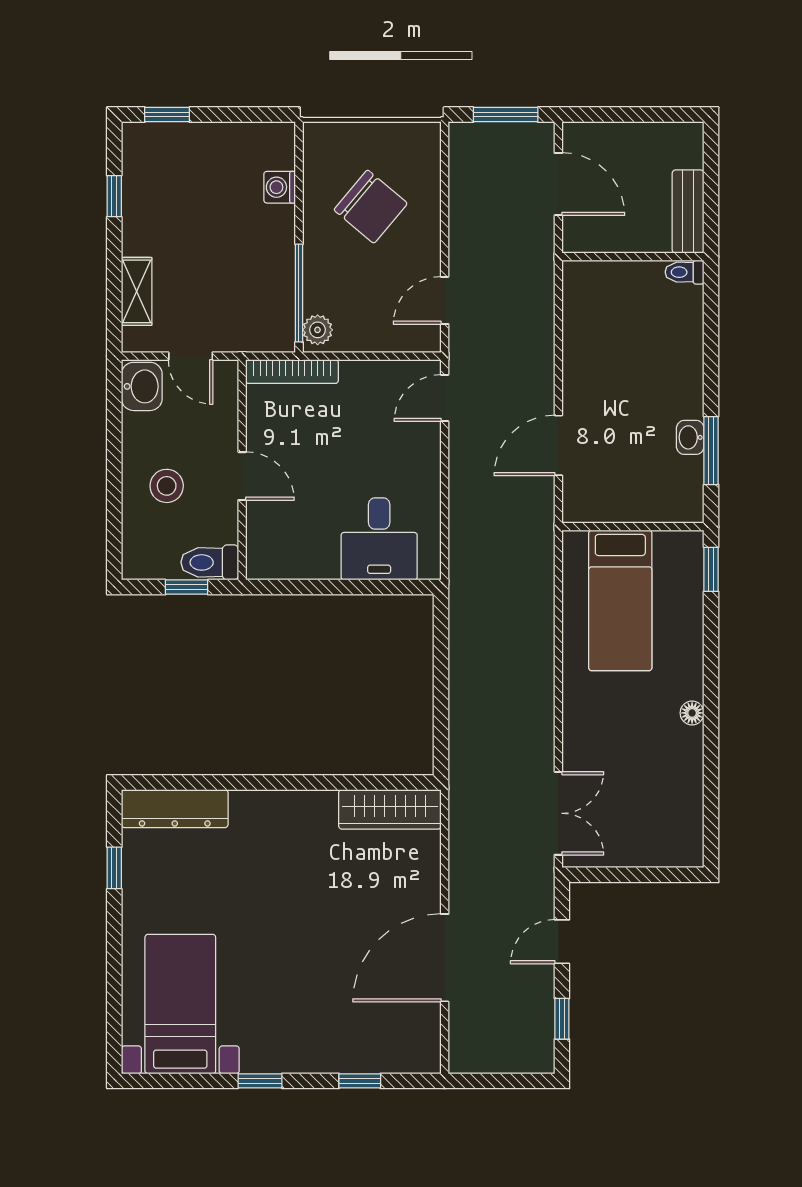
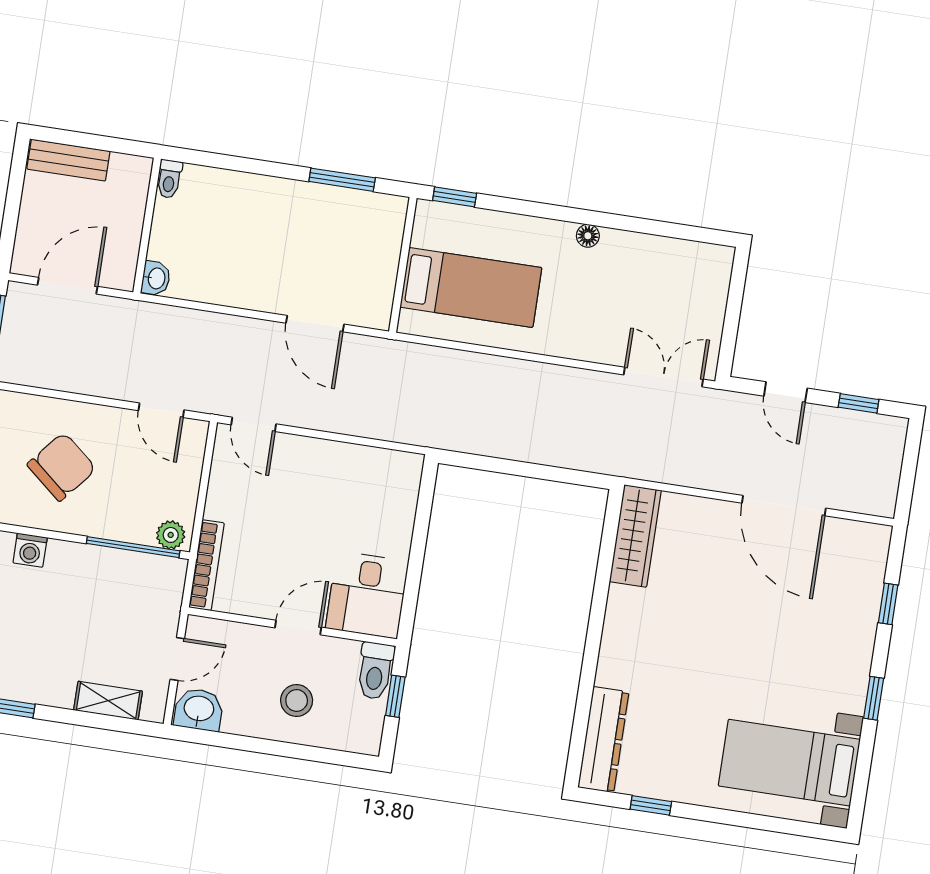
bench: (688, 212) -> (68, 160), moved
washbasin: (690, 437) -> (156, 278), moved, turned -90
desk: (379, 539) -> (367, 595), moved, turned 90

